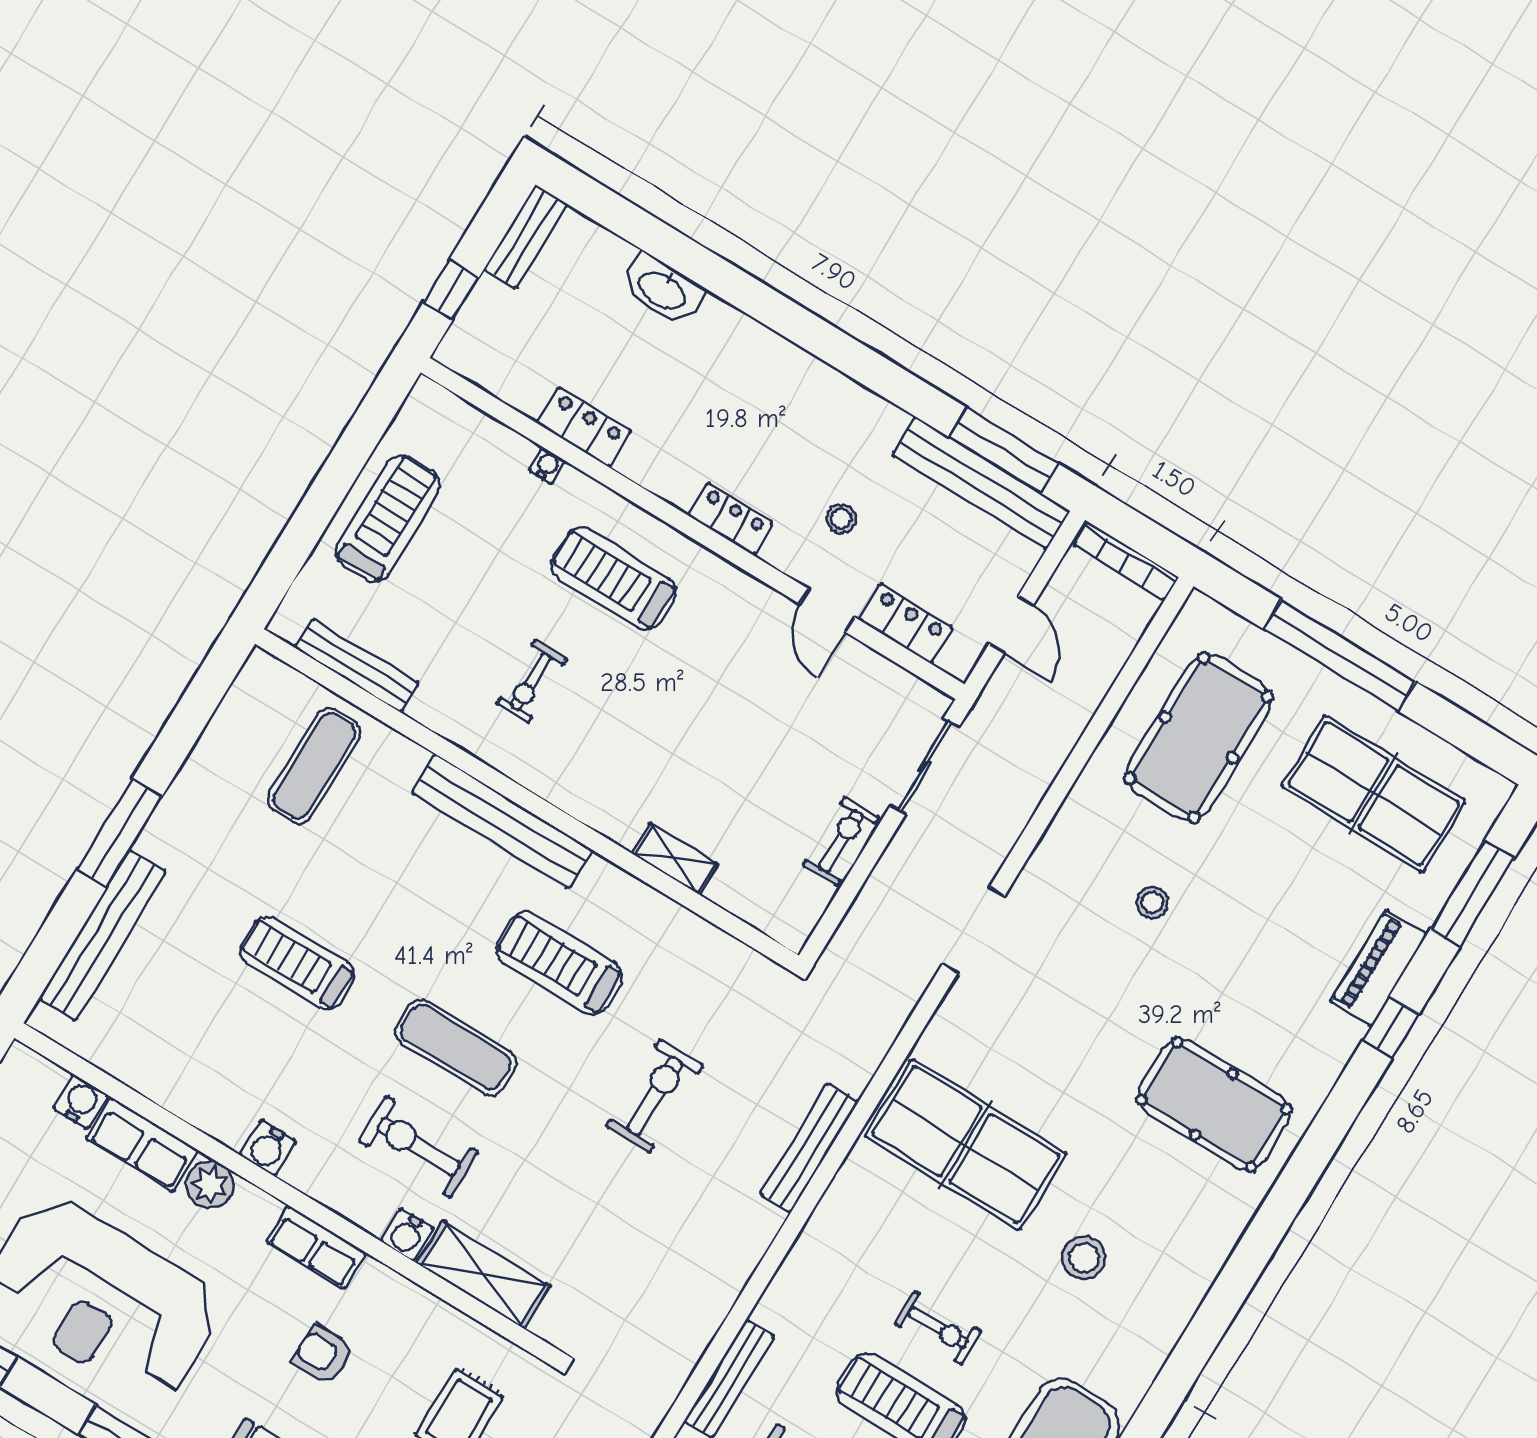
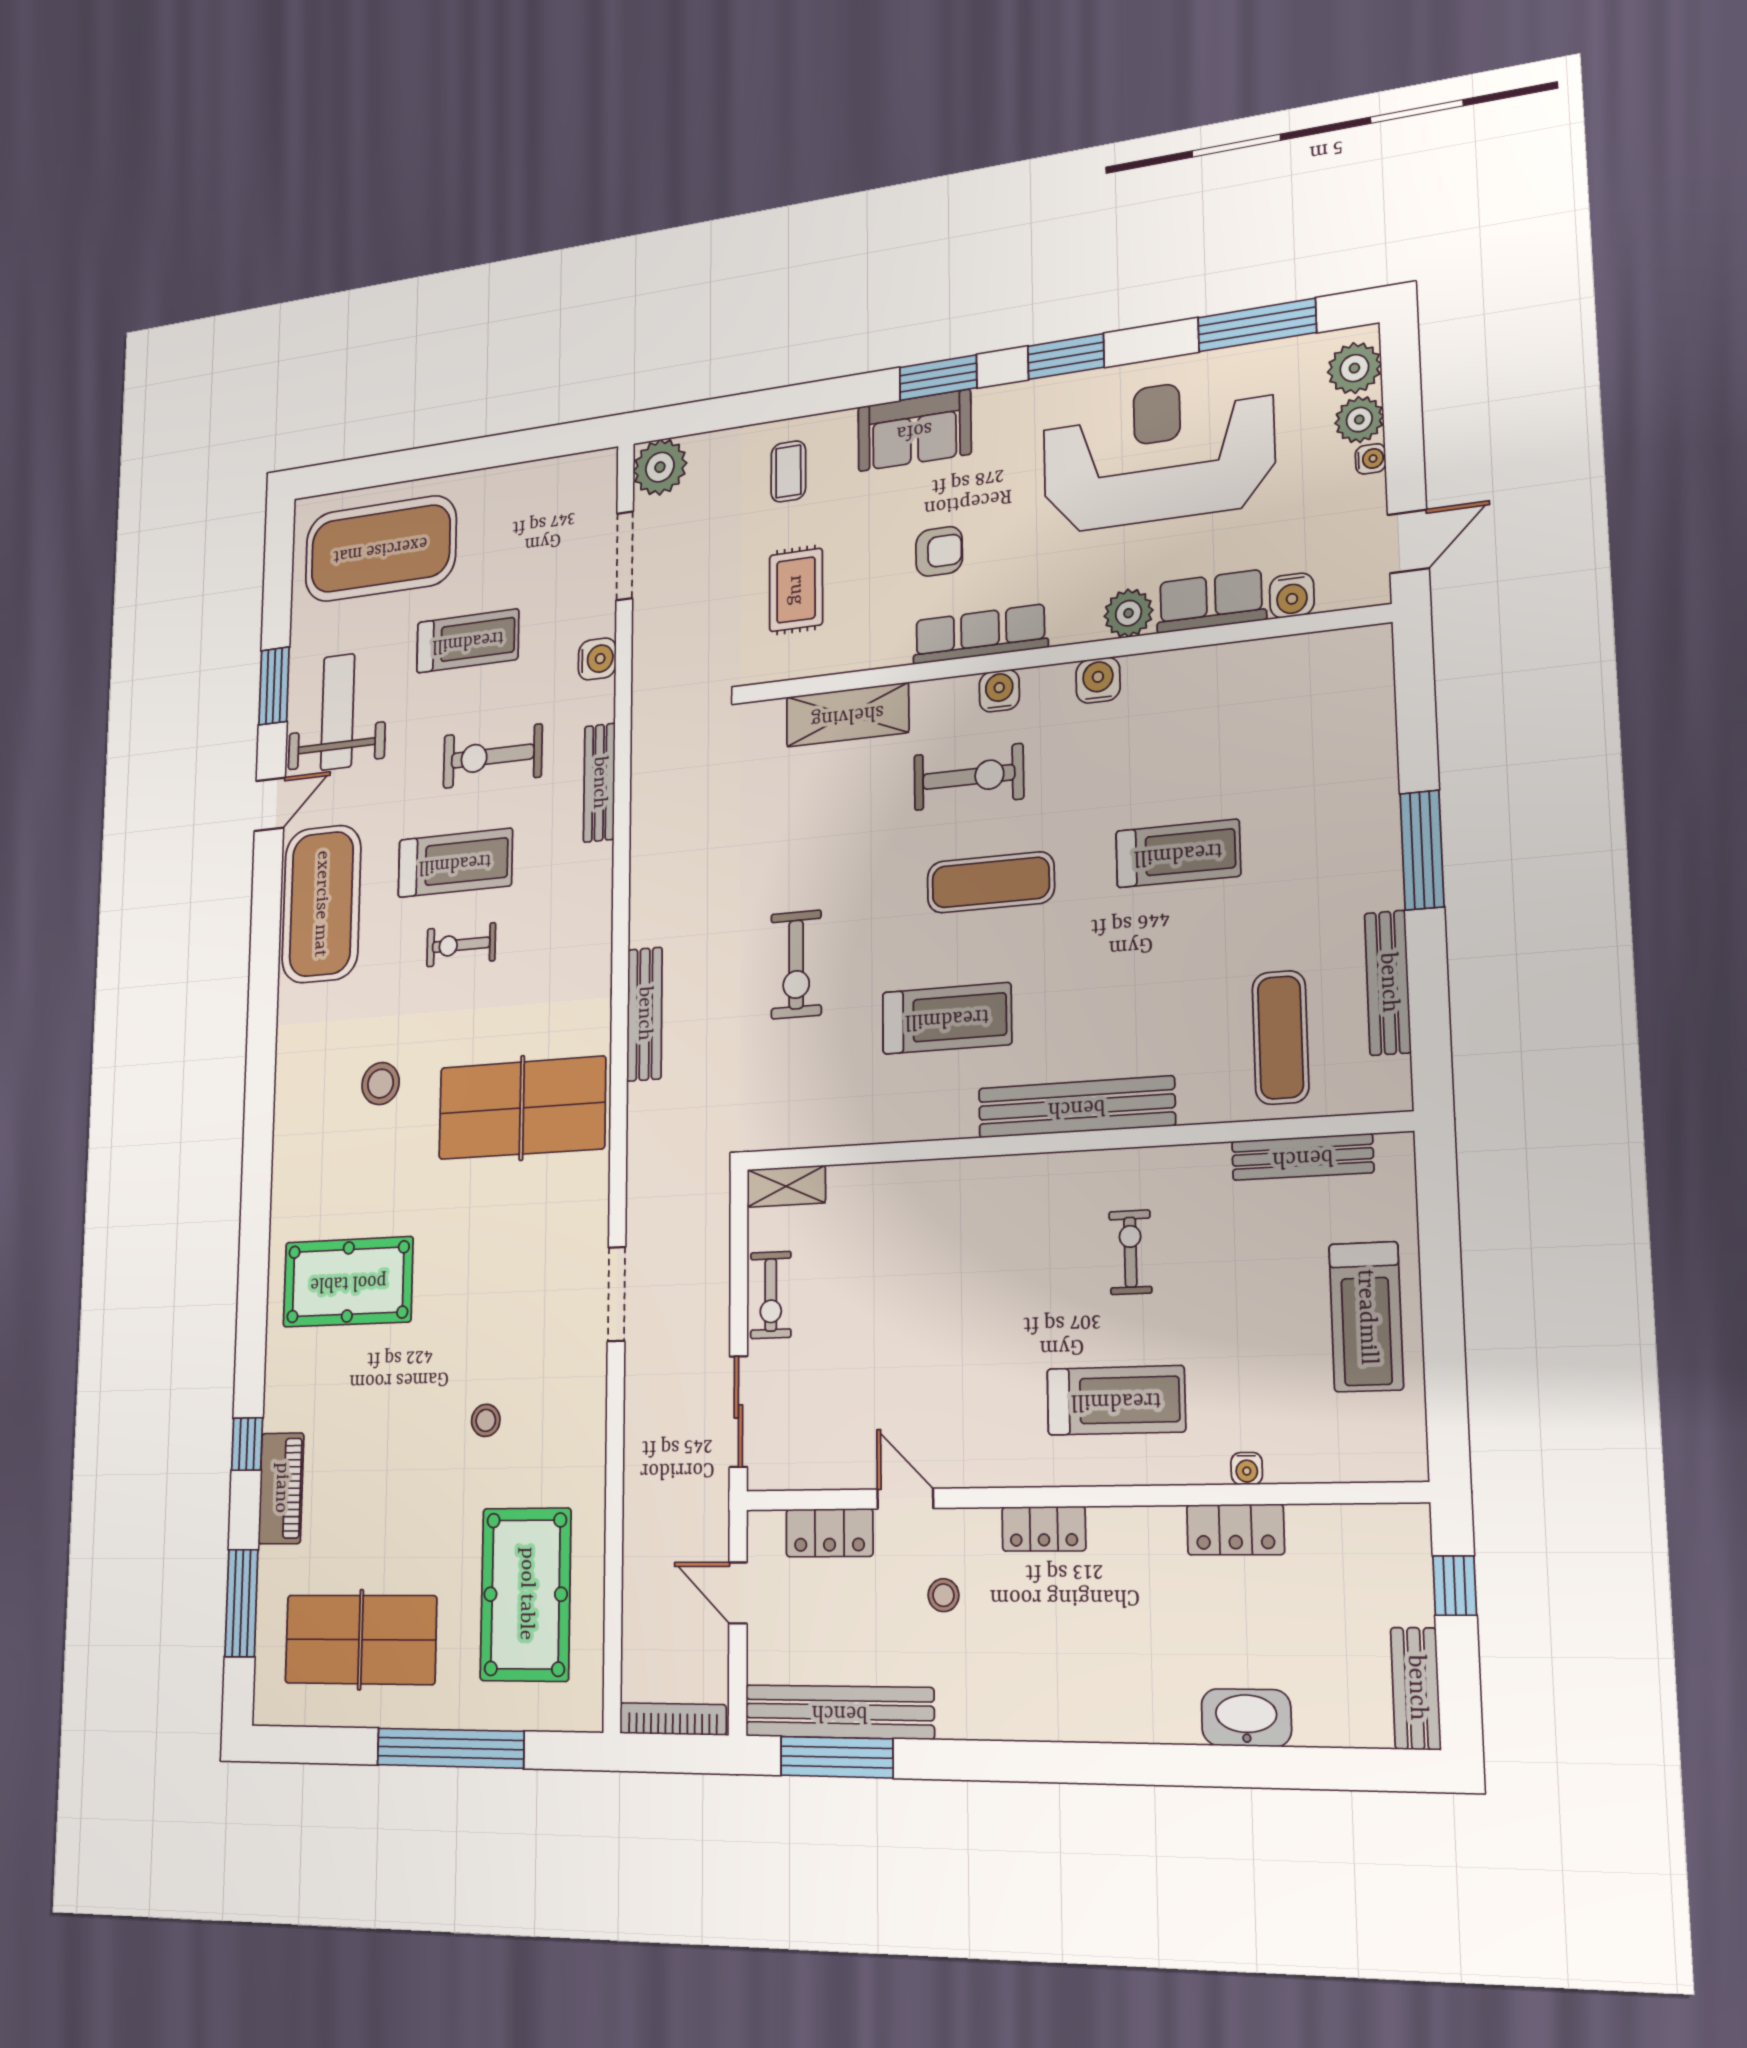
shelving: (675, 859) -> (786, 1186), moved
bench: (102, 935) -> (1388, 983), moved, width x0.73, depth x0.82
water cooler: (407, 1235) -> (999, 691), moved
row of seats: (316, 1247) -> (980, 634), width x1.48

